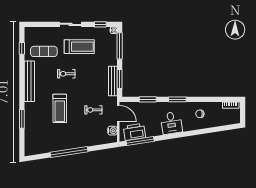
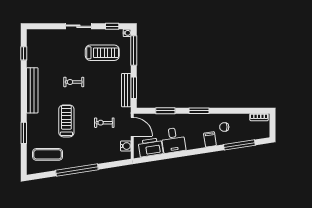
treadmill: (79, 47) -> (102, 53), moved
exercise mat: (44, 51) -> (48, 154), moved
treadmill: (60, 108) -> (66, 121), turned 180
desk: (171, 123) -> (173, 140), moved
filing cabinet: (187, 125) -> (210, 139), added
window: (140, 141) -> (239, 145), moved

